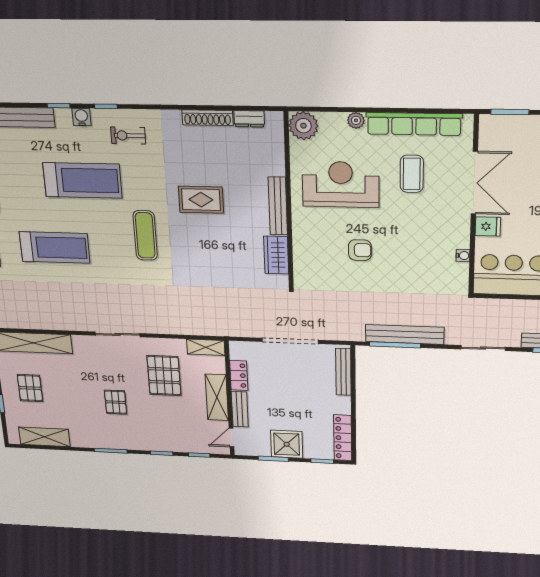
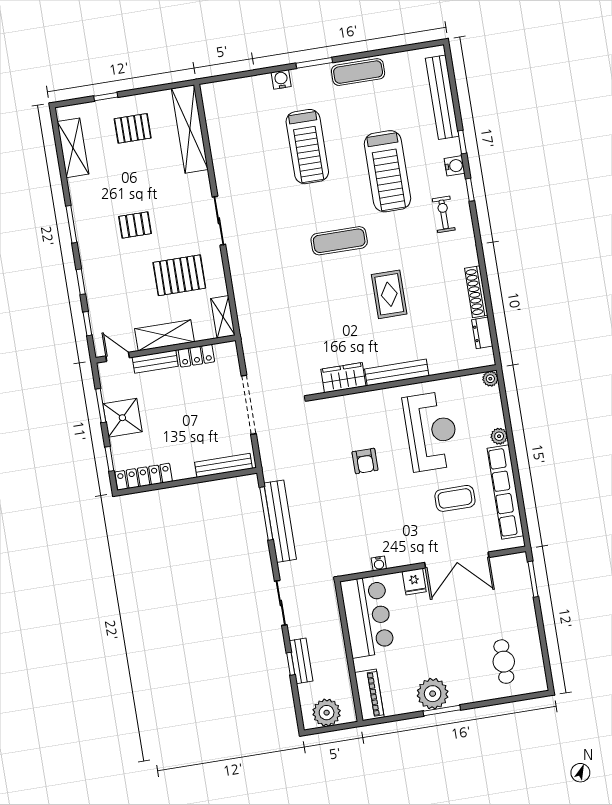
plant: (303, 126) -> (490, 379), width x0.53, depth x0.53

